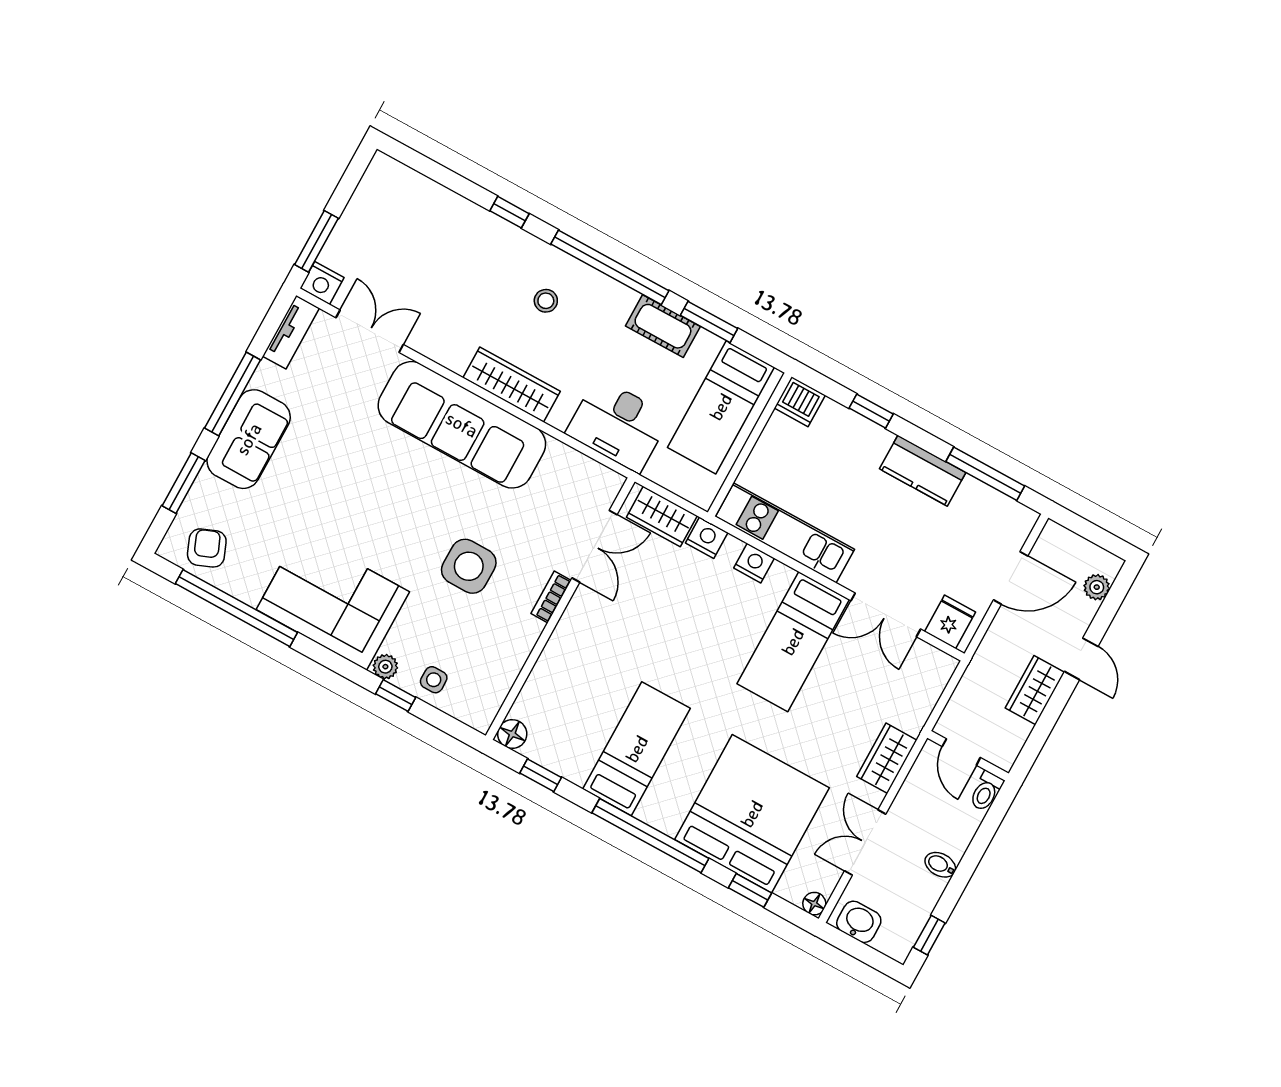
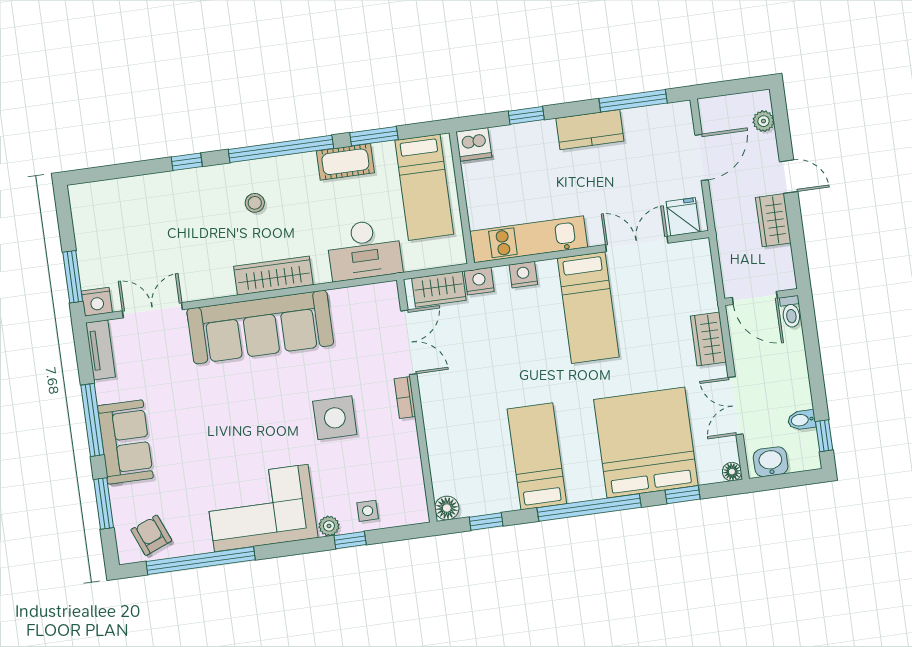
double door: (886, 615) -> (637, 244), swing flipped
door: (961, 752) -> (755, 298), width x1.38
bidet: (940, 865) -> (802, 420), moved

